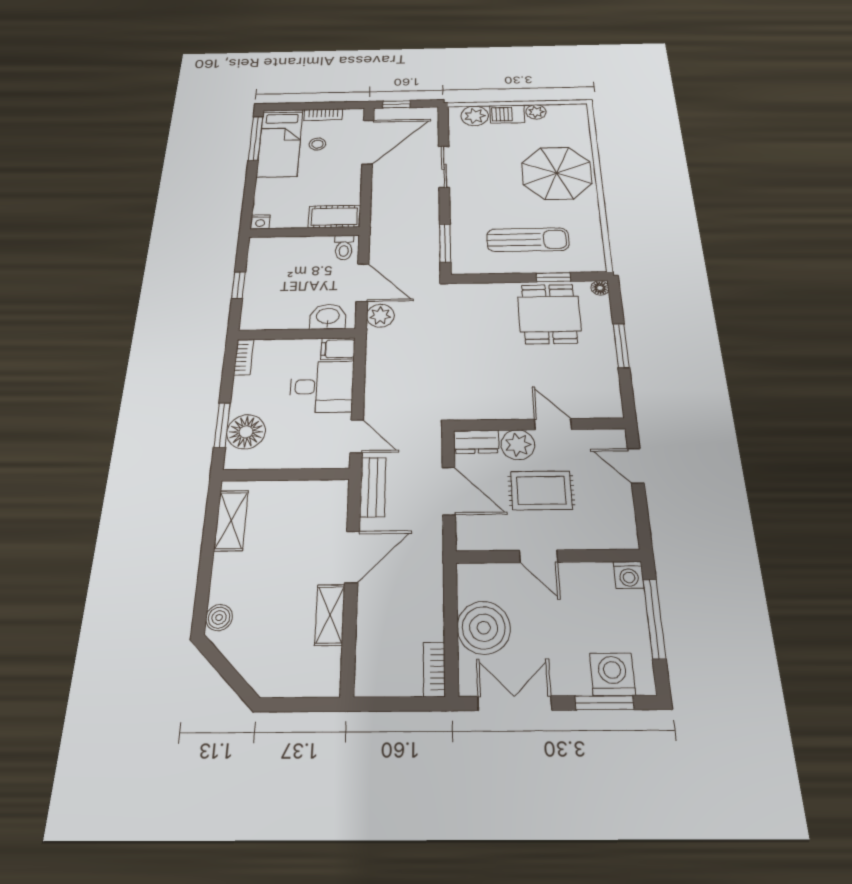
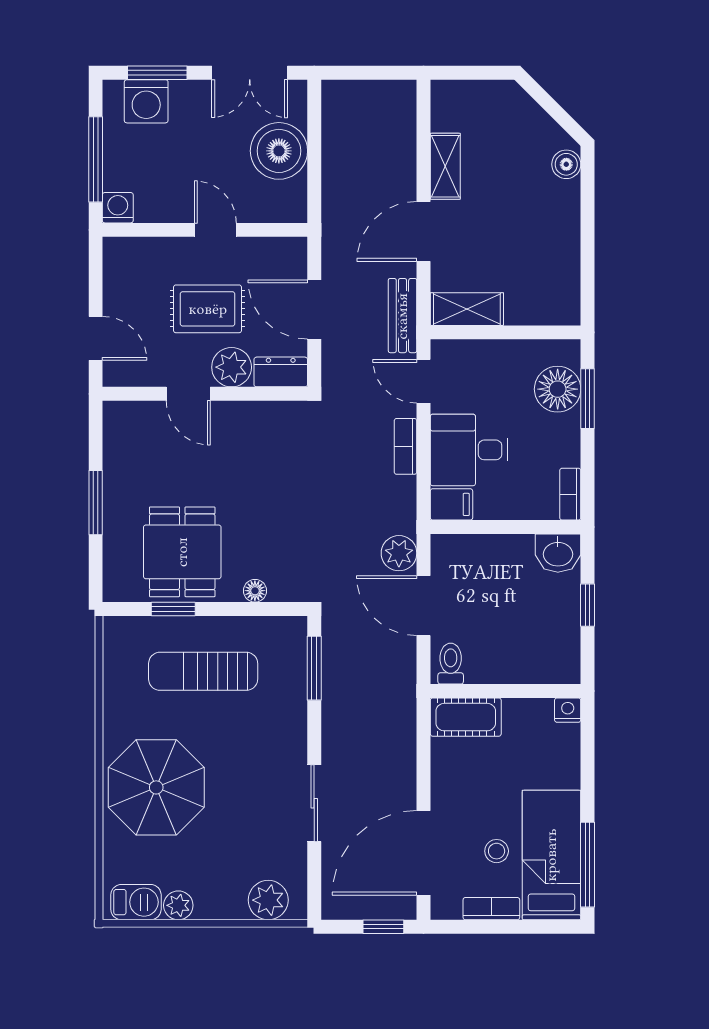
barbecue: (507, 114) -> (136, 902), moved
floor lamp: (600, 288) -> (255, 591), moved
washbasin: (328, 317) -> (558, 553), moved
shelving: (231, 520) -> (467, 309), moved, turned 90
bookcase: (434, 669) -> (405, 446), moved, turned 180

